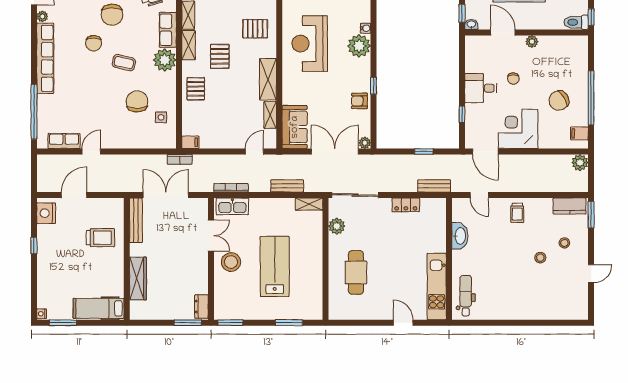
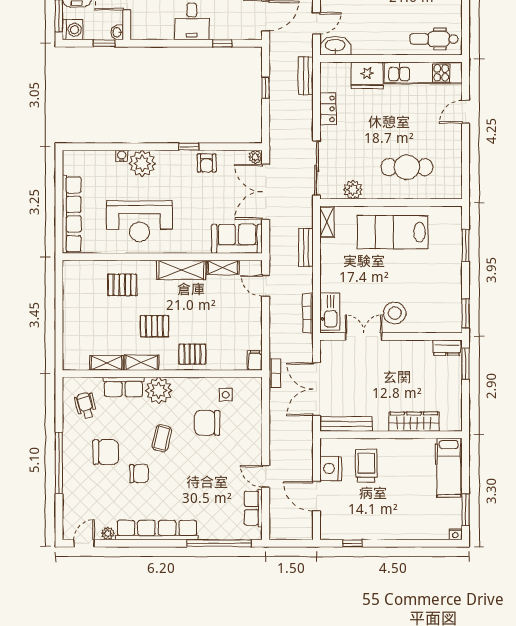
pallet: (255, 29) -> (122, 285), turned 90
nightstand: (46, 213) -> (331, 469), moved, turned 90
washbasin: (460, 236) -> (335, 46), moved
fridge: (434, 238) -> (367, 75), added
window: (34, 245) -> (352, 543), moved
lab bench: (275, 266) -> (393, 232), moved

